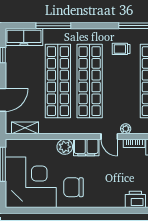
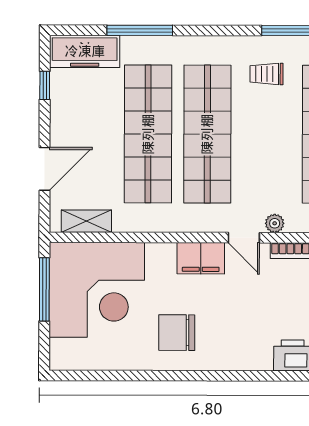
plant: (65, 147) -> (161, 257), removed
corner desk: (31, 182) -> (97, 290), moved, turned 90

